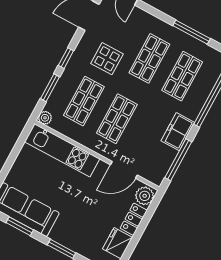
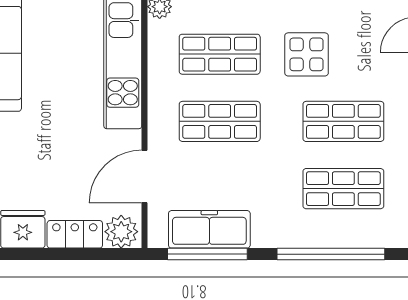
freezer: (178, 132) -> (209, 229), moved, width x1.40
door: (124, 170) -> (145, 177), hinge flipped

